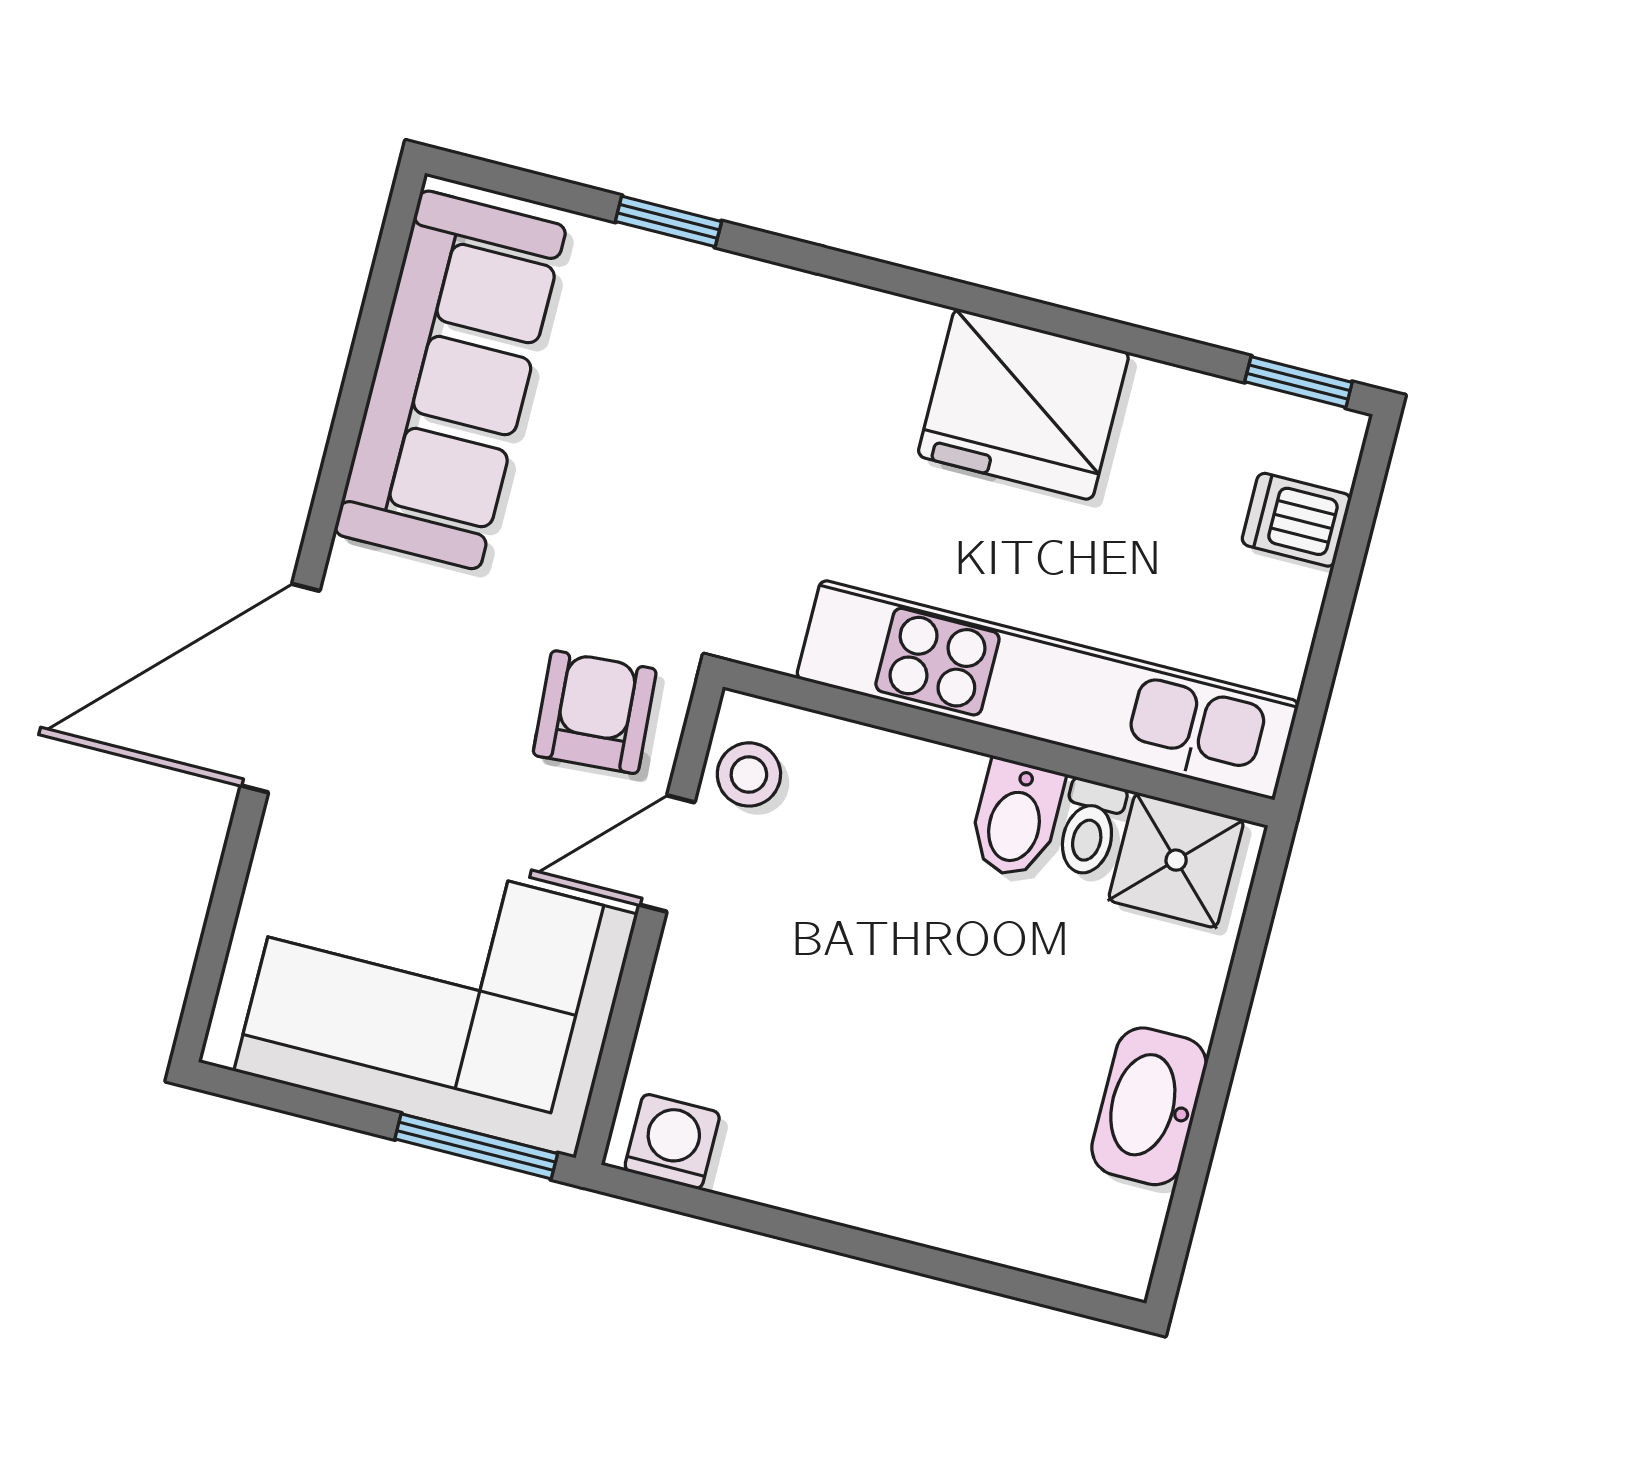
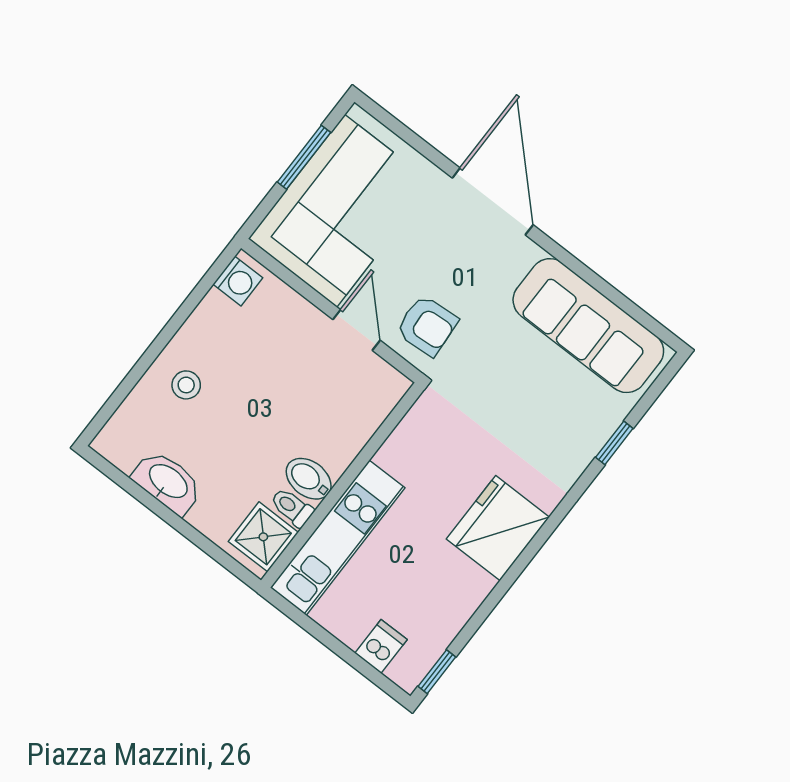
fridge: (1023, 404) -> (498, 528), moved
kitchen unit: (1048, 690) -> (338, 538), width x0.73
stool: (749, 774) -> (186, 385), moved
window: (476, 1146) -> (304, 157), moved

